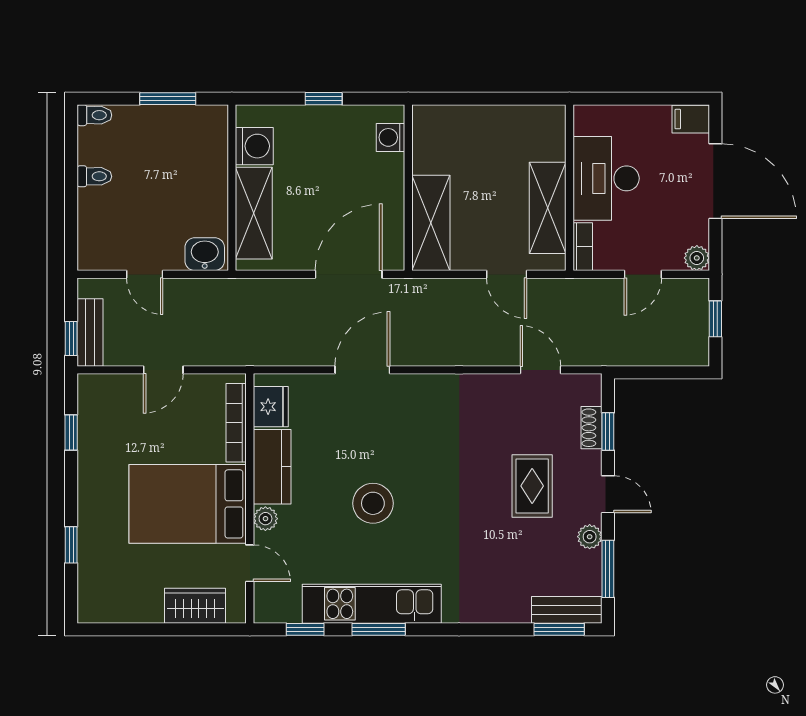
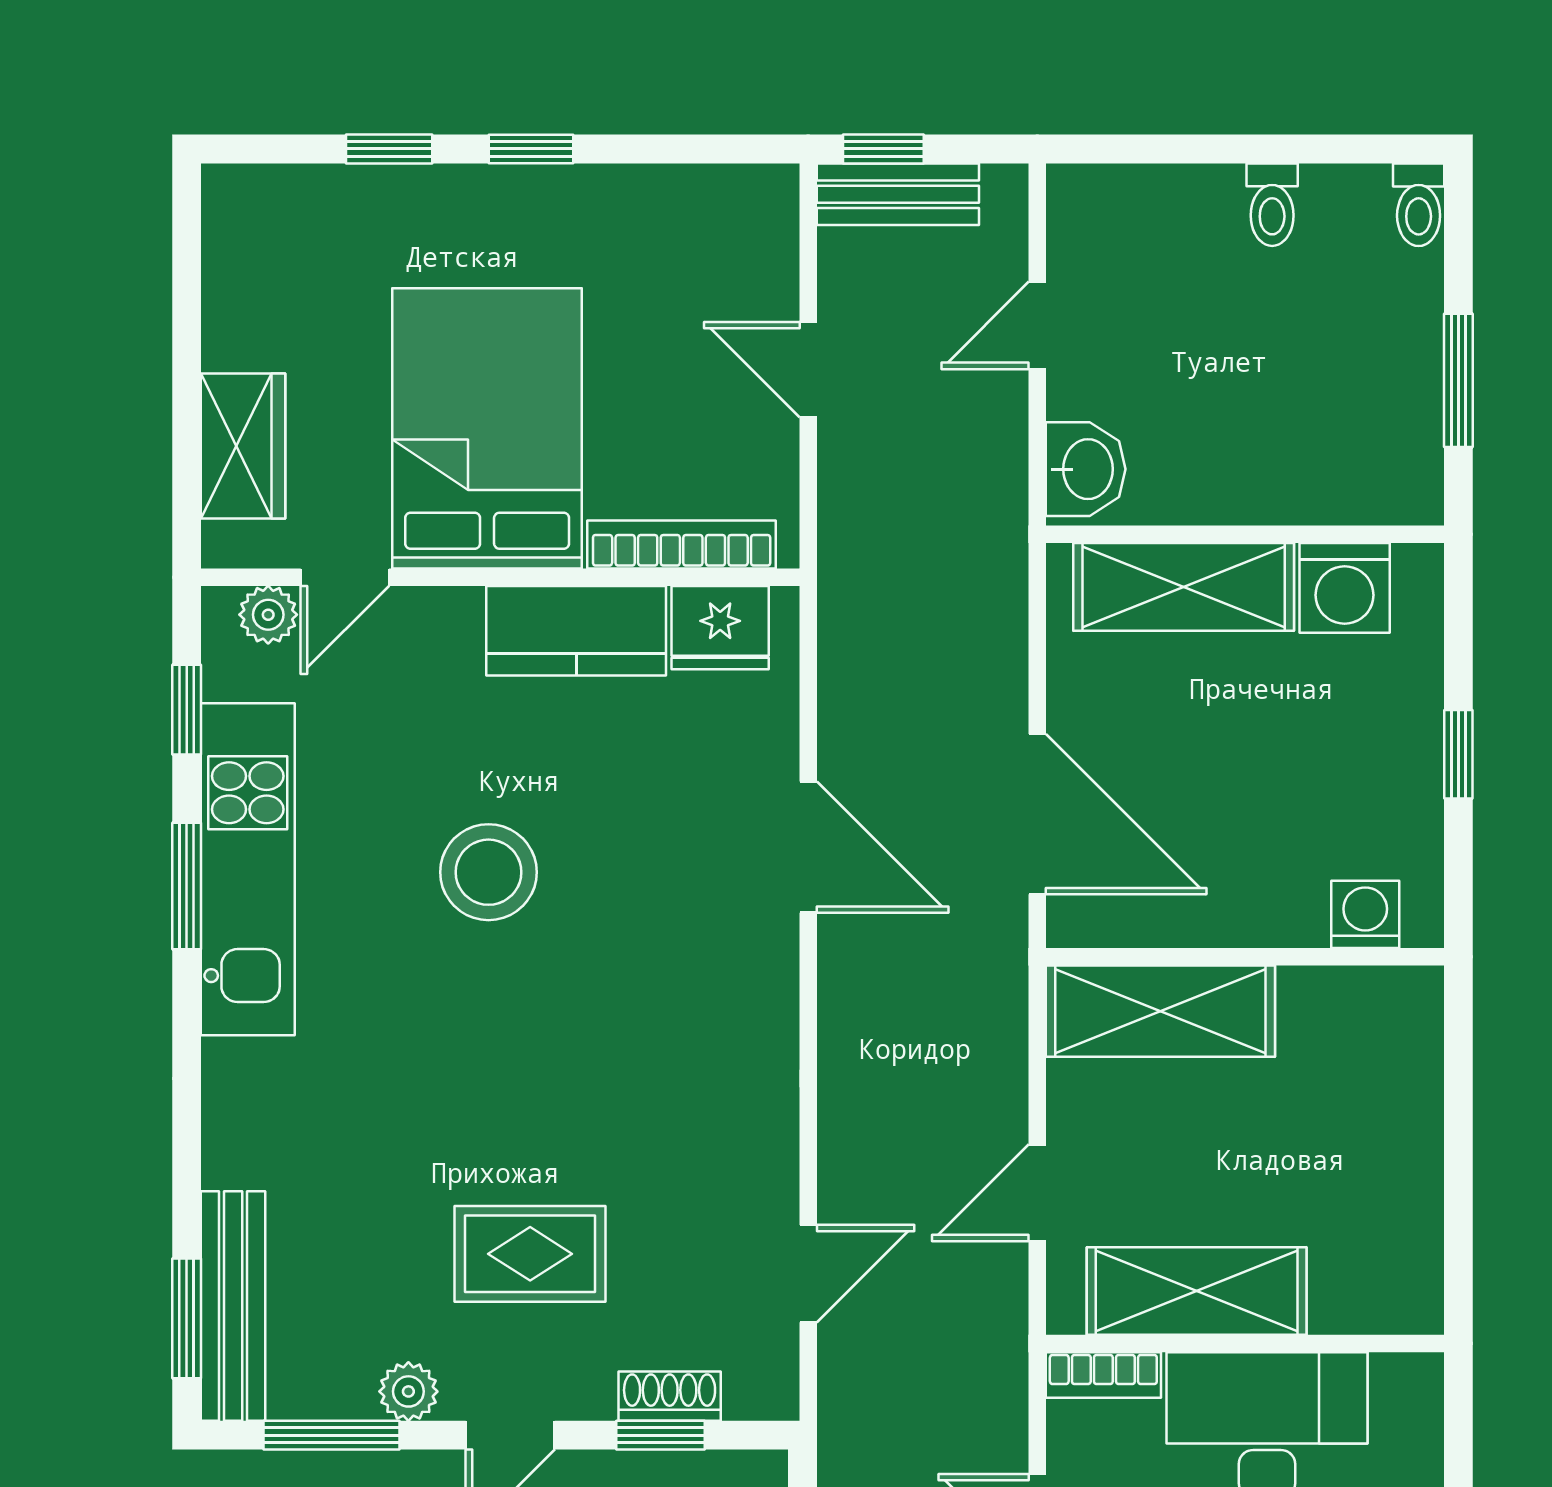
window: (71, 432) -> (531, 149), moved
plant: (265, 519) -> (268, 615), moved
bench: (567, 610) -> (233, 1306), width x1.36

